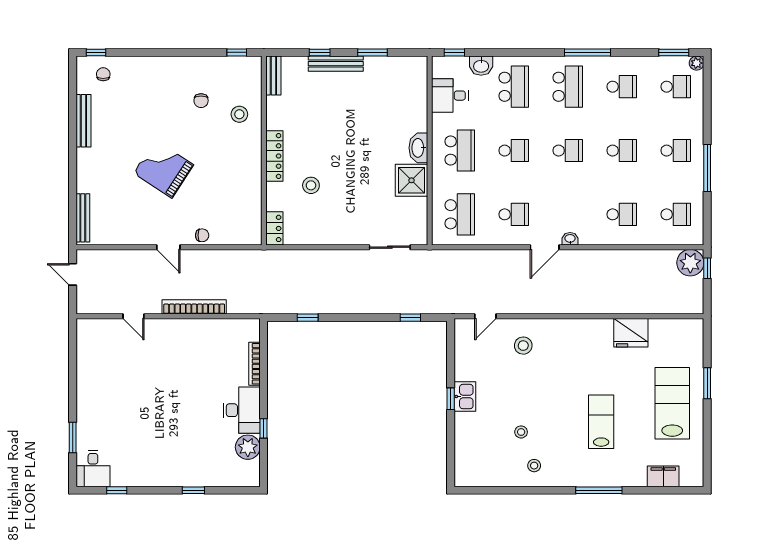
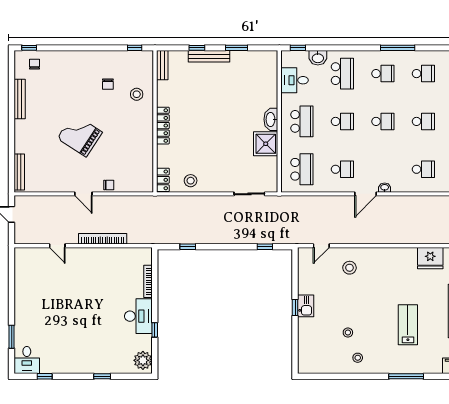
school desk: (568, 87) -> (383, 74), width x0.54
stool: (311, 185) -> (191, 181), moved
plant: (248, 447) -> (143, 360), moved

